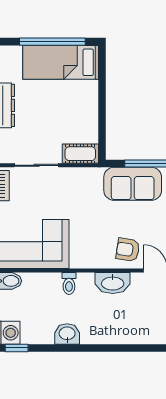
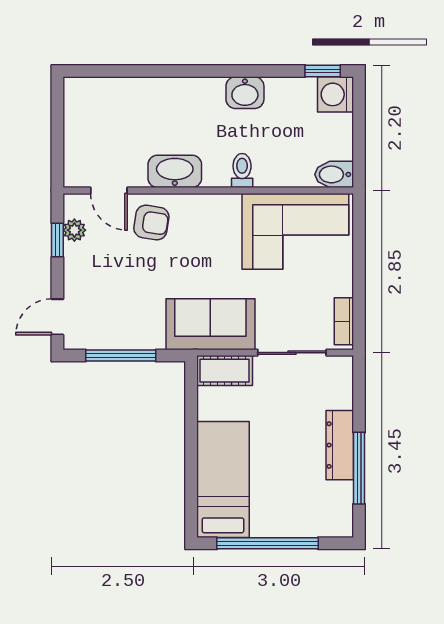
bed: (61, 62) -> (223, 479), moved, turned -90
sofa: (133, 184) -> (210, 324), moved

